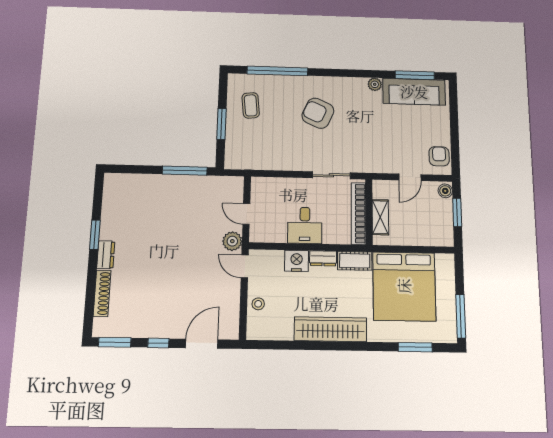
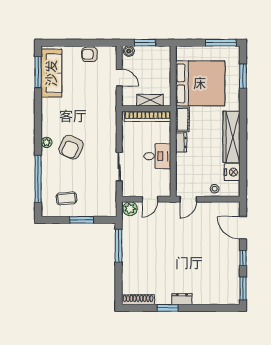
plant: (375, 84) -> (47, 142), moved
armchair: (439, 156) -> (89, 54), moved
sliding door: (331, 175) -> (119, 167), moved
plant: (232, 241) -> (130, 209), moved
nightstand: (297, 261) -> (232, 172), moved, turned 180
shoe rack: (102, 293) -> (138, 300), moved

